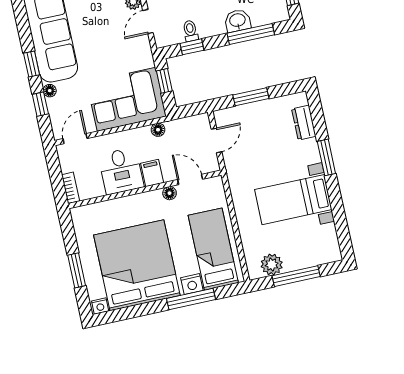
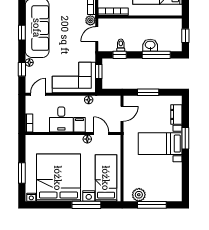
window: (32, 64) -> (22, 33), moved
bed with nightstands: (293, 200) -> (160, 144), moved

